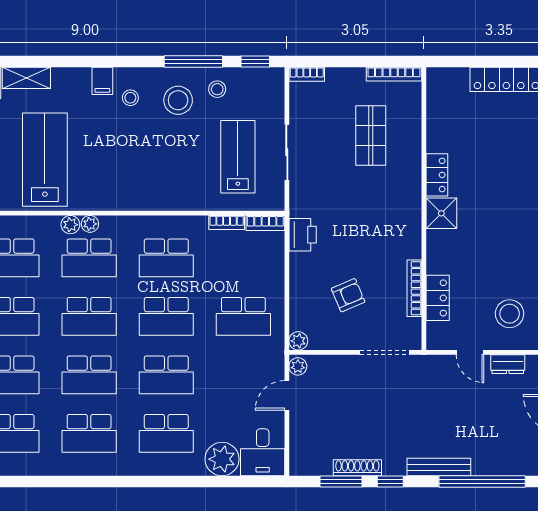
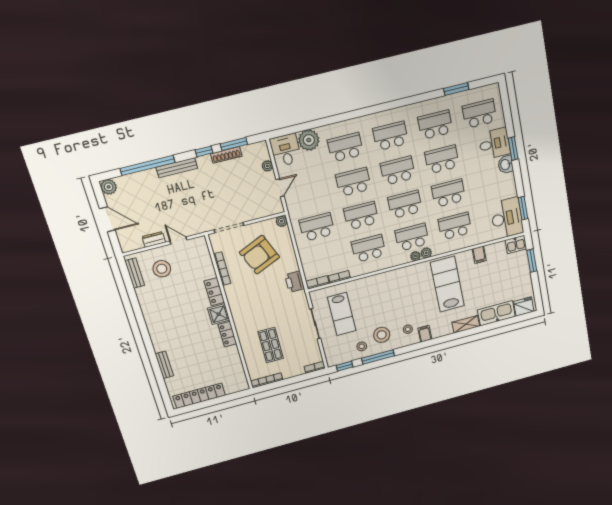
lab bench: (45, 160) -> (447, 284), turned 180
armchair: (348, 295) -> (259, 255), width x1.88, depth x1.88
locker: (438, 298) -> (214, 292), moved
plant: (298, 366) -> (267, 166), moved

